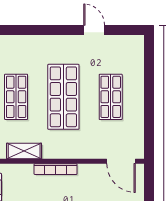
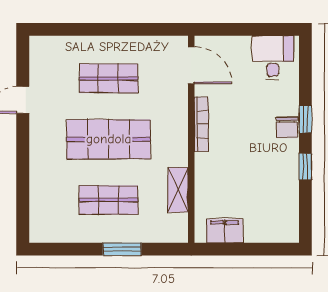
door: (121, 161) -> (191, 65), hinge flipped
bookcase: (56, 169) -> (201, 124), moved

